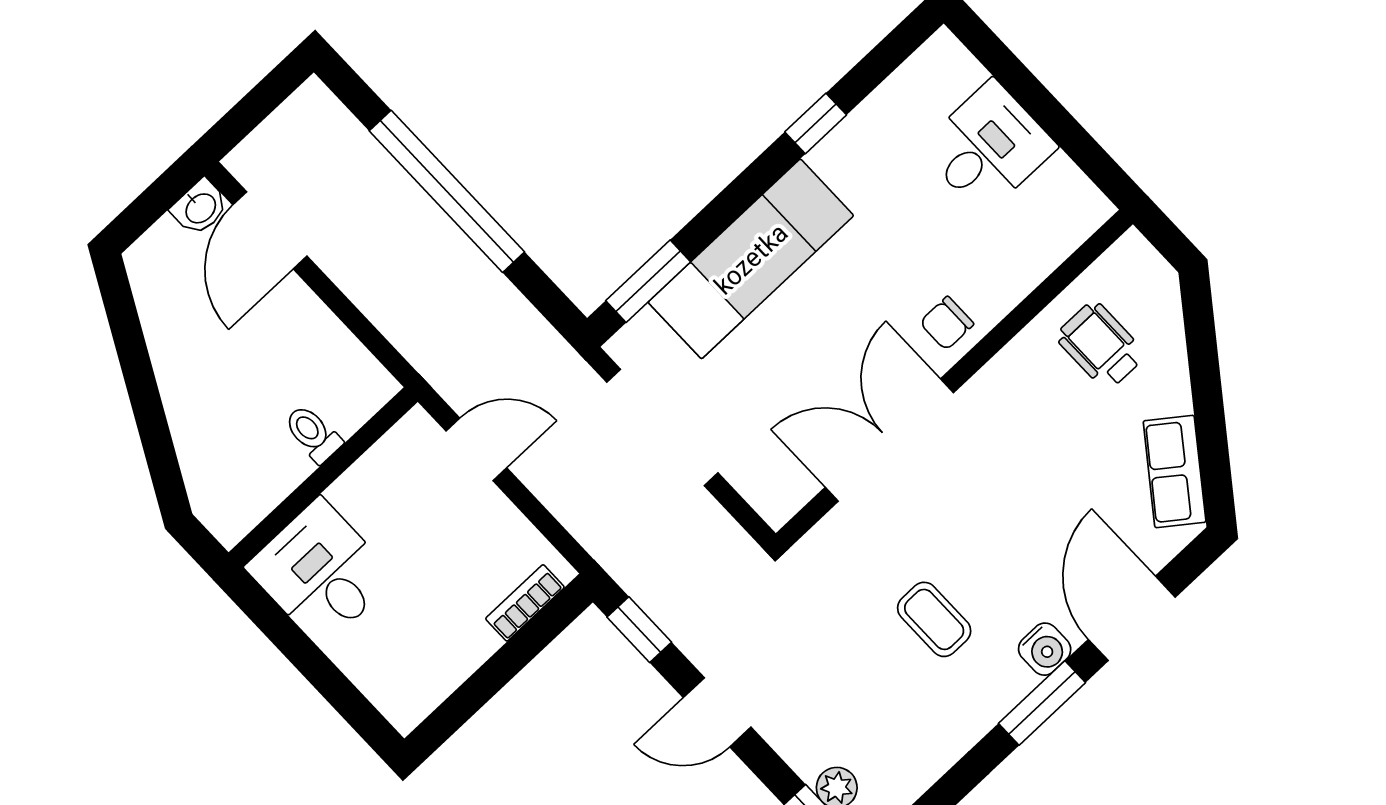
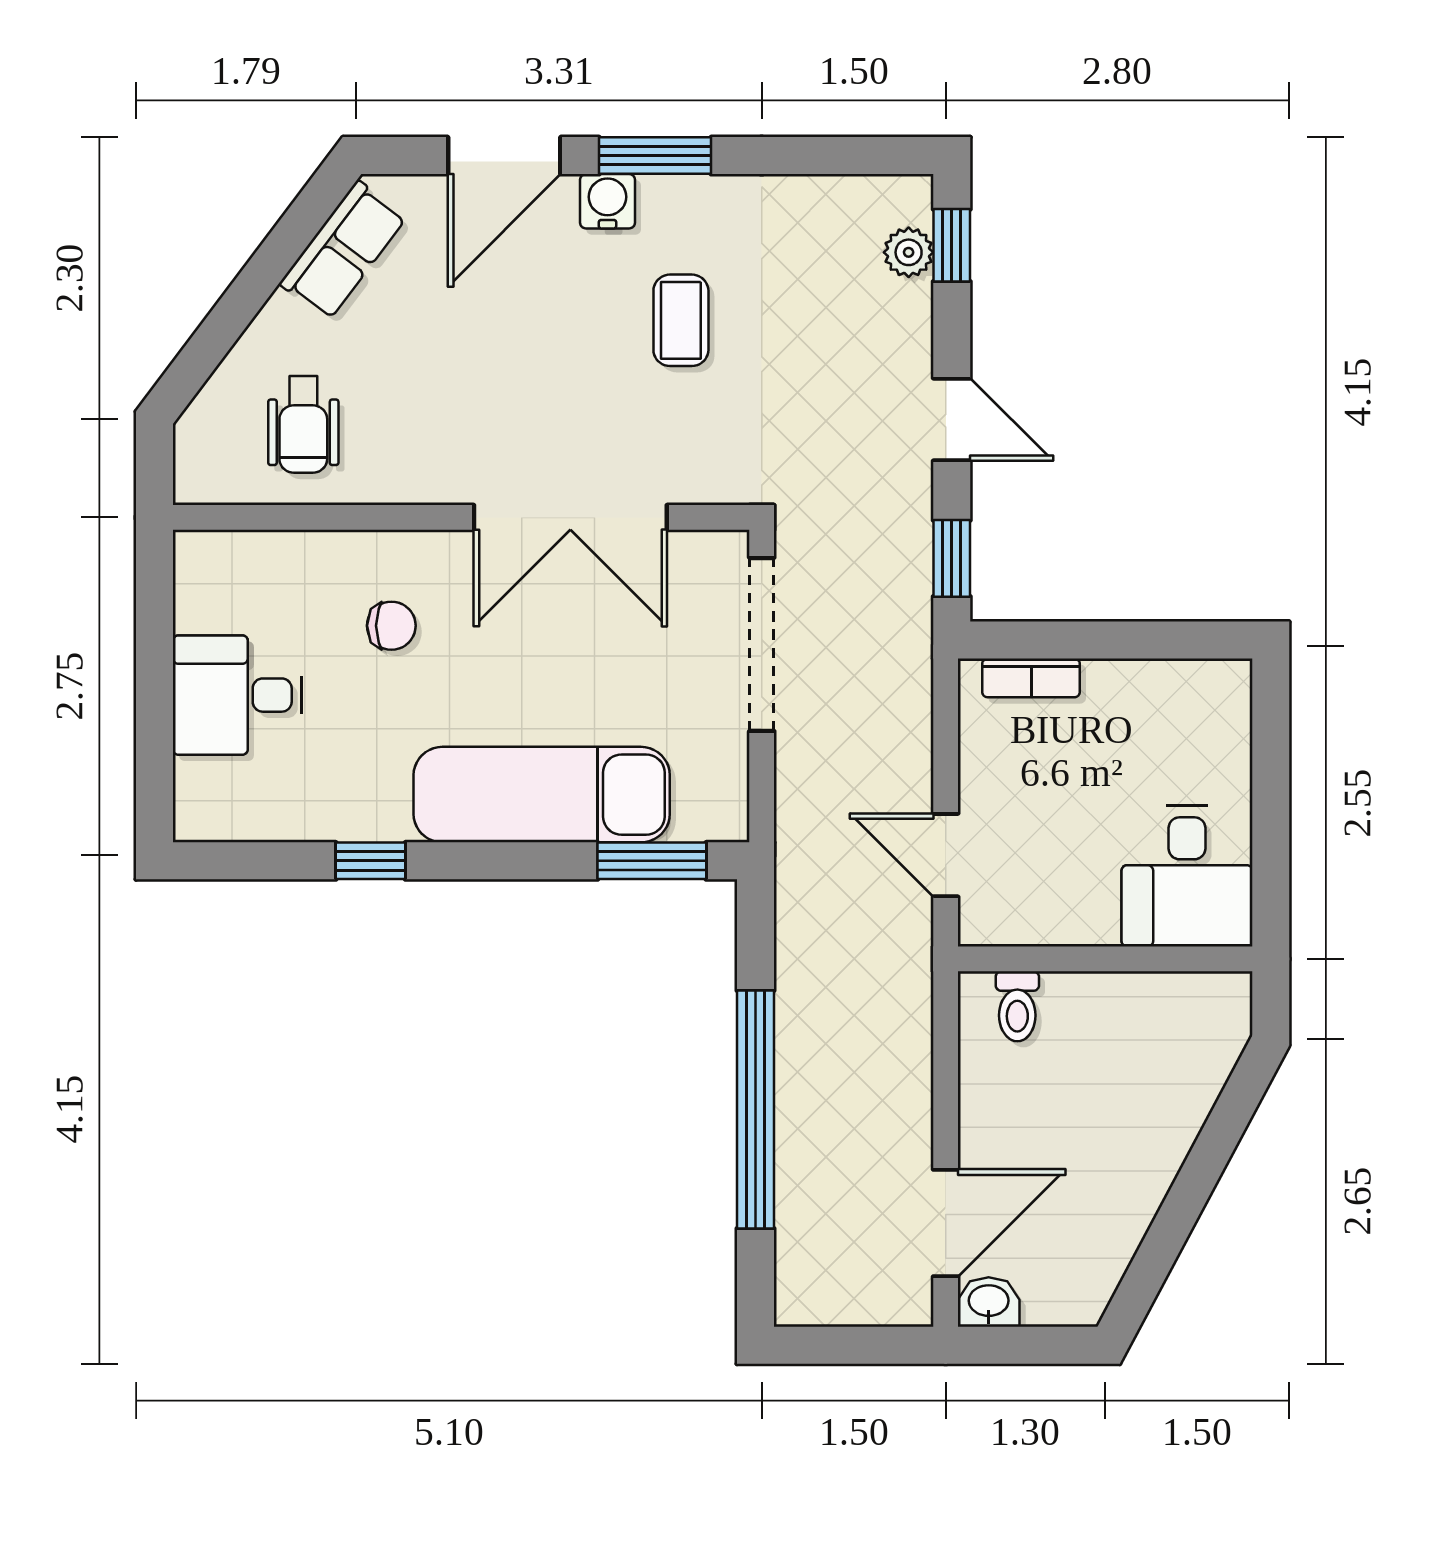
chair: (947, 323) -> (391, 626), moved
doorway: (662, 427) -> (762, 644), moved
toilet: (313, 434) -> (1017, 1006), moved

